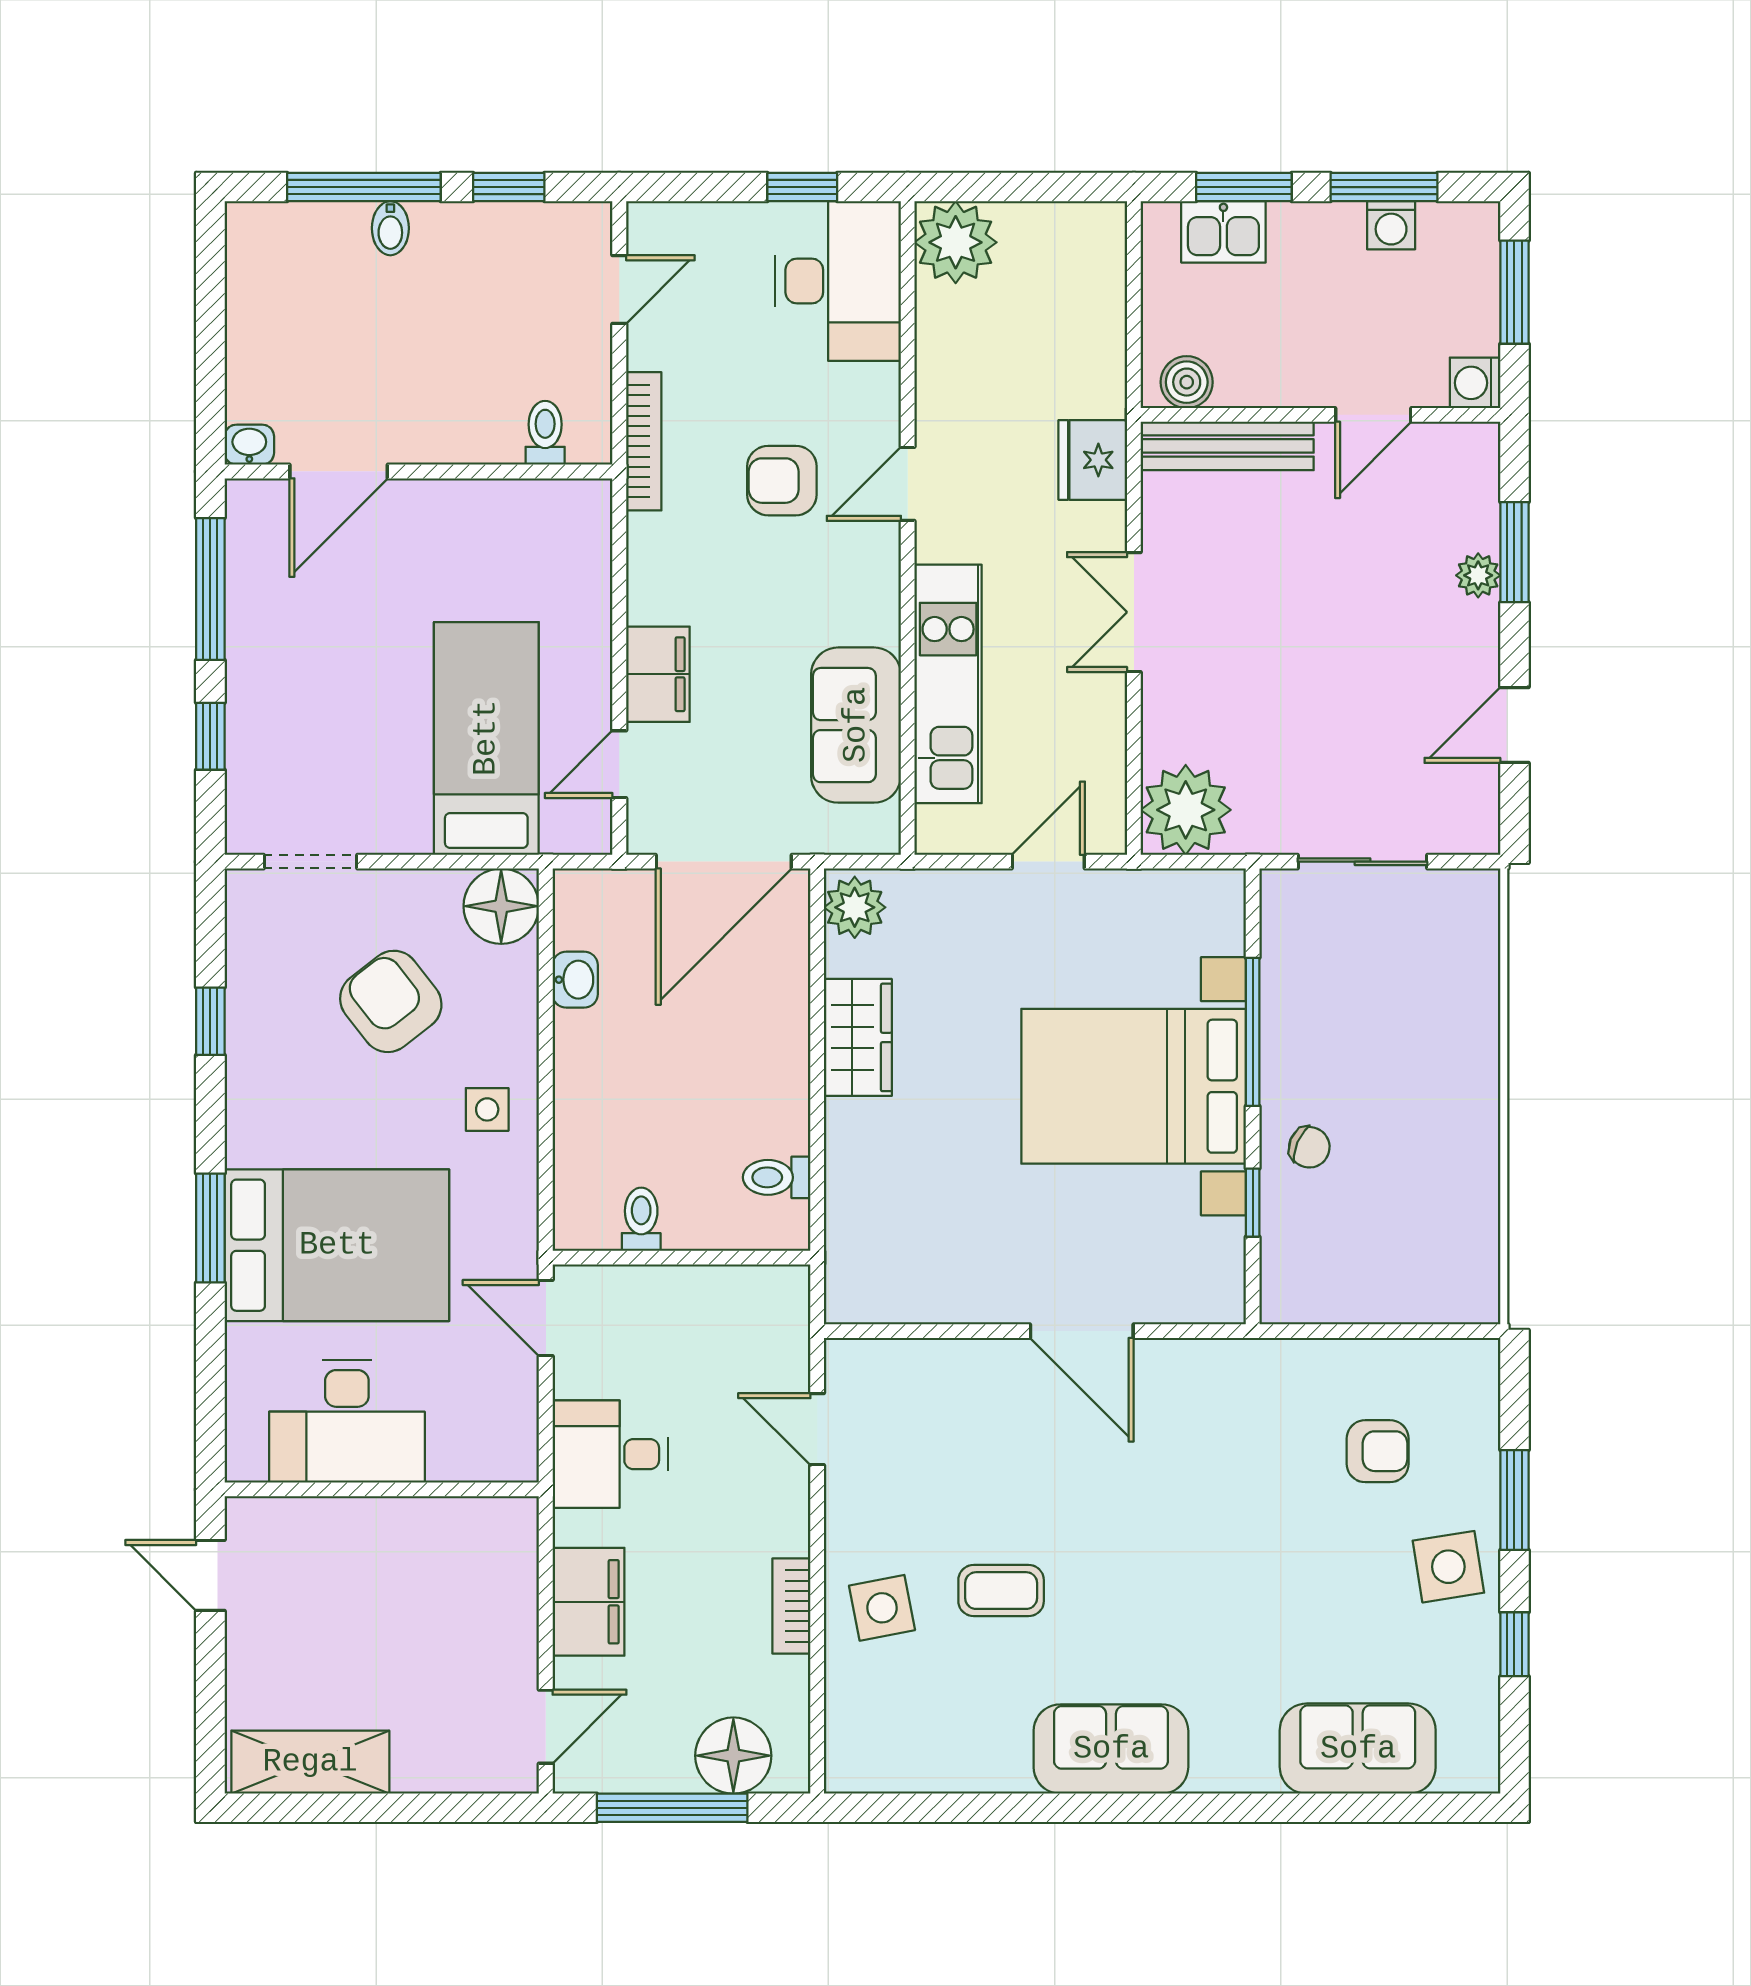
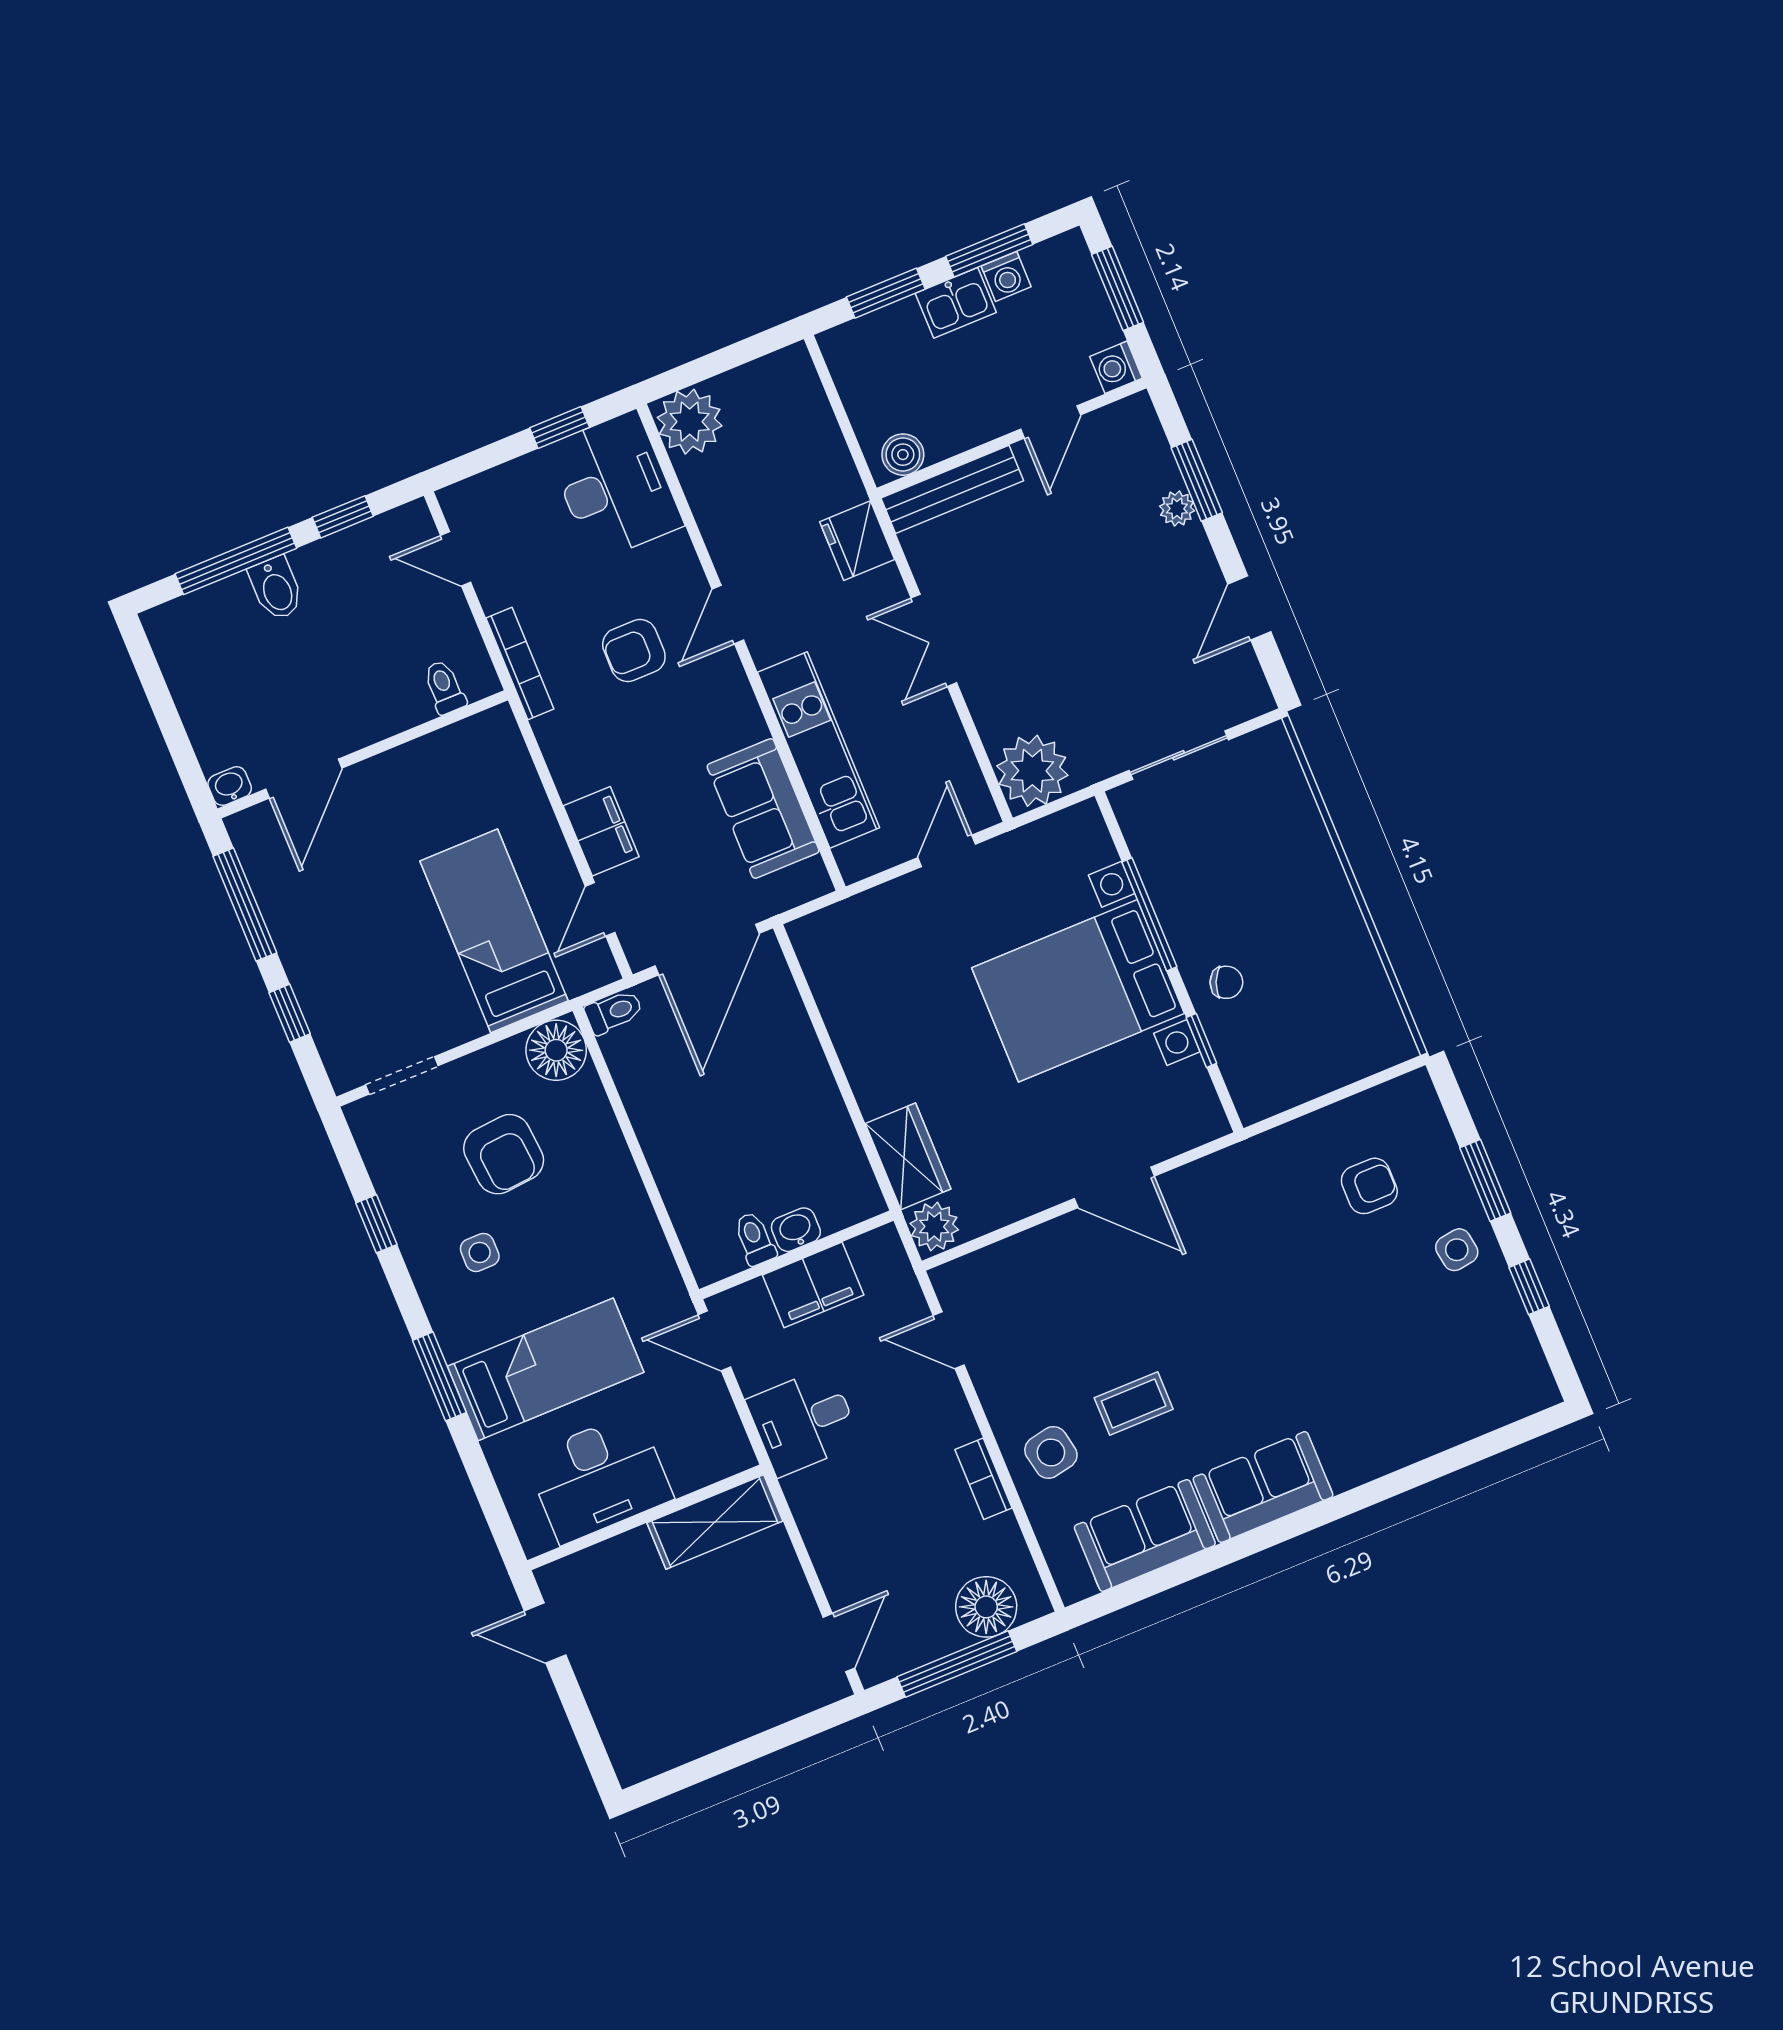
bidet: (390, 228) -> (276, 588), width x1.38, depth x1.36
kitchen sink: (1223, 232) -> (956, 303), moved
door: (619, 290) -> (456, 559), swing flipped
plant: (855, 907) -> (934, 1227), moved
washbasin: (575, 980) -> (796, 1230), moved, turned -90
armchair: (391, 1001) -> (504, 1154), turned -147
wardrobe: (858, 1037) -> (908, 1156), moved
side table: (487, 1109) -> (480, 1252), moved
toilet: (777, 1177) -> (614, 1012), moved, turned 180
bed: (337, 1245) -> (546, 1369), width x0.67
side table: (1448, 1567) -> (1457, 1250), width x0.73, depth x0.73
filing cabinet: (588, 1602) -> (813, 1285), moved, turned 90
sofa: (1358, 1749) -> (1145, 1535), moved
shelving: (310, 1762) -> (715, 1522), moved

